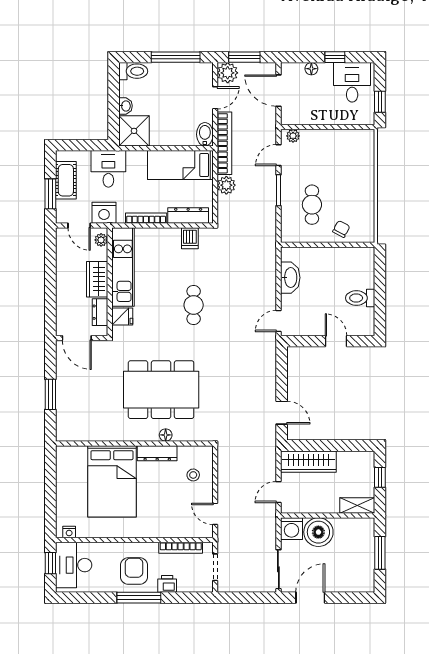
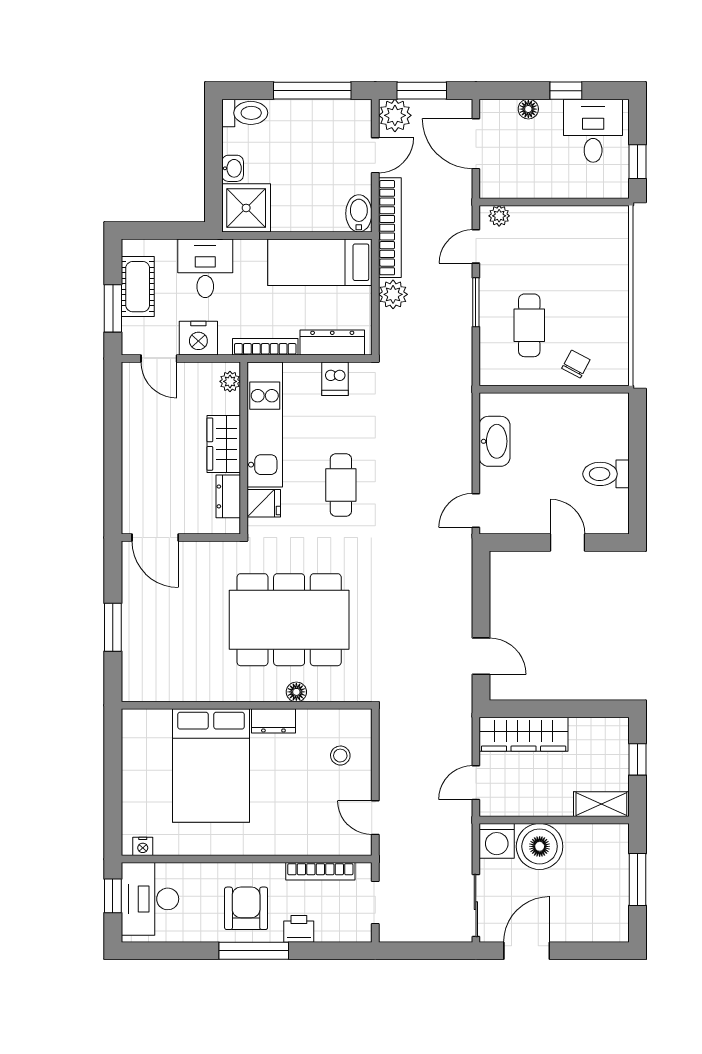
plant: (101, 240) -> (230, 381), moved
kitchen unit: (123, 267) -> (265, 425), moved
wardrobe: (97, 279) -> (224, 444), moved
wall: (110, 282) -> (244, 448), moved
dresser: (100, 312) -> (228, 496), moved
fridge: (122, 316) -> (264, 503), moved
dresser: (157, 453) -> (273, 721), width x0.70

